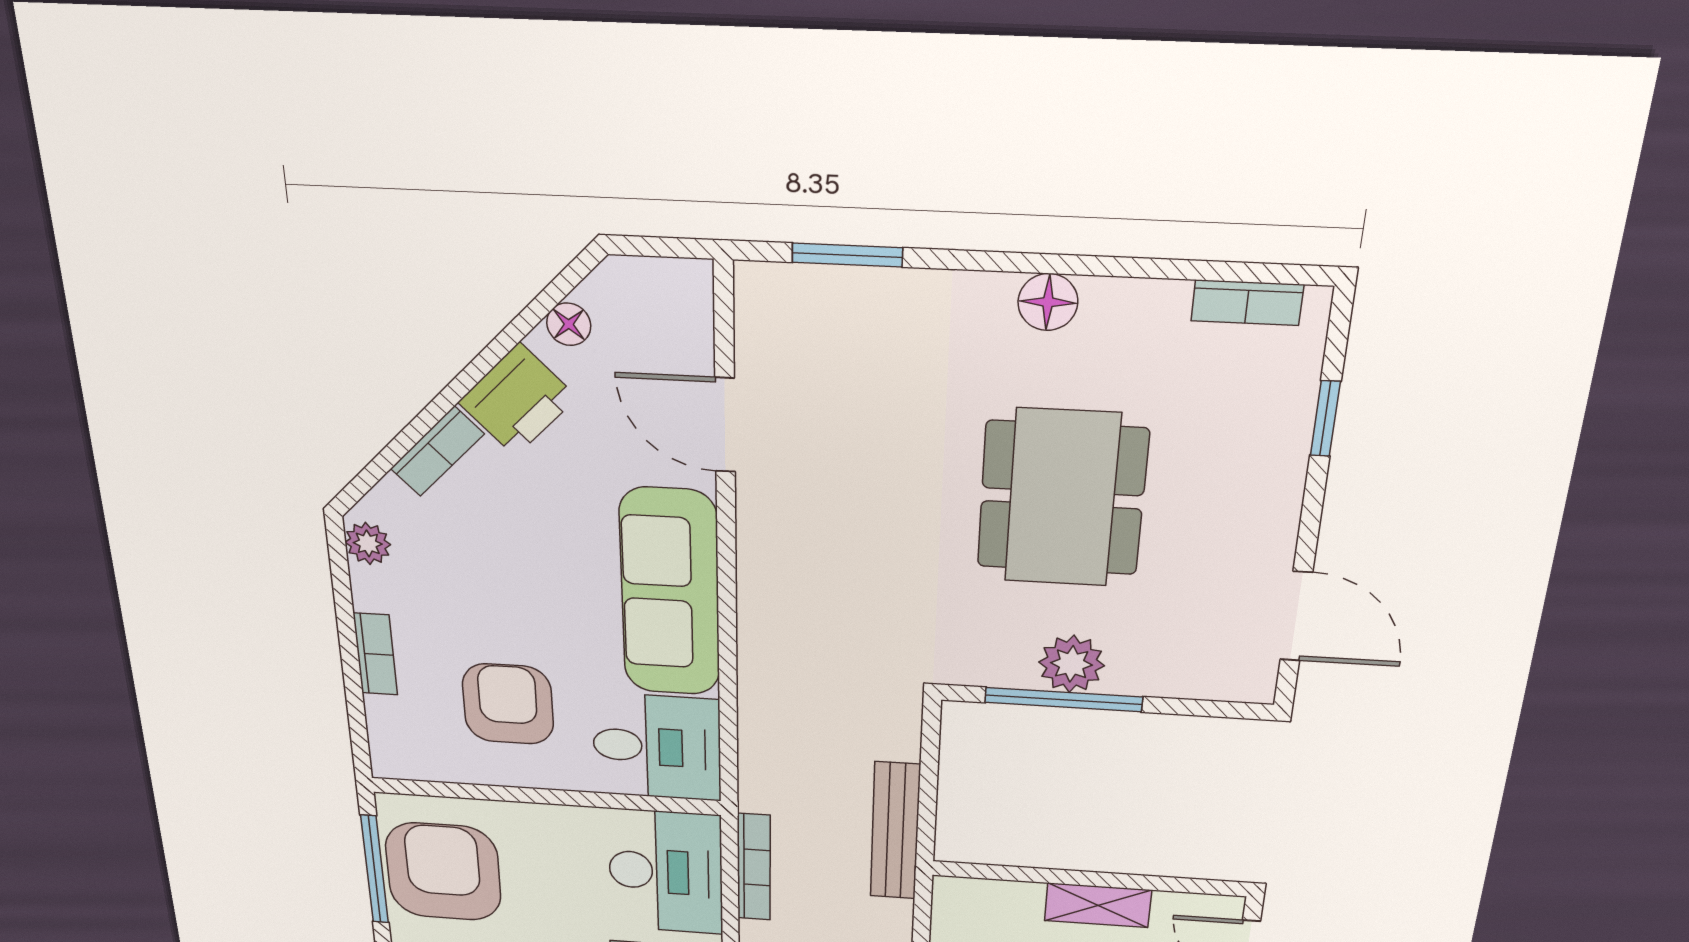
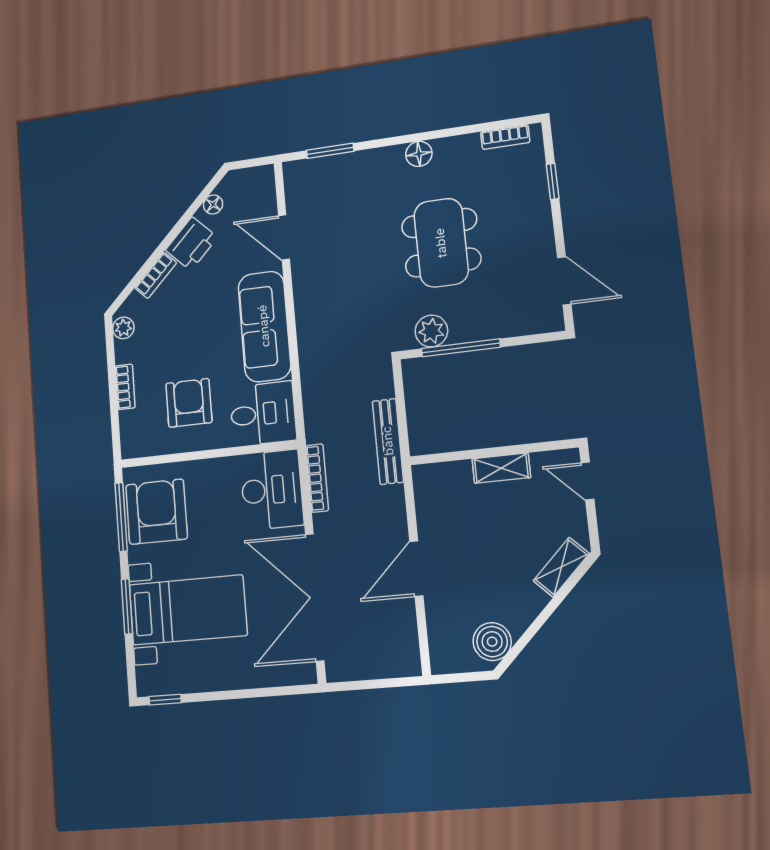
plant: (1072, 664) -> (431, 331), moved

